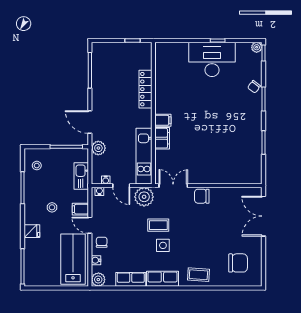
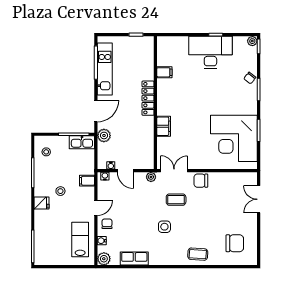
locker: (145, 89) -> (148, 98), moved
filing cabinet: (163, 120) -> (164, 72), moved
door: (90, 122) -> (96, 111), swing flipped
corner desk: (237, 151) -> (234, 138), added
kitchen unit: (144, 156) -> (105, 69), moved, turned 180
kitchen sink: (81, 176) -> (82, 142), moved, turned -90
plant: (144, 197) -> (151, 177), width x0.53, depth x0.53
filing cabinet: (80, 209) -> (87, 181), moved
double door: (263, 216) -> (259, 199), width x0.73
door: (90, 225) -> (96, 208), swing flipped
coffee table: (158, 225) -> (176, 200), moved
fridge: (32, 231) -> (42, 203), moved
lab bench: (73, 259) -> (80, 240), width x0.73, depth x0.72
row of seats: (162, 279) -> (164, 258), removed

